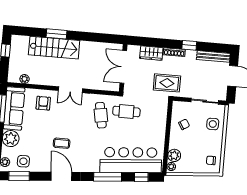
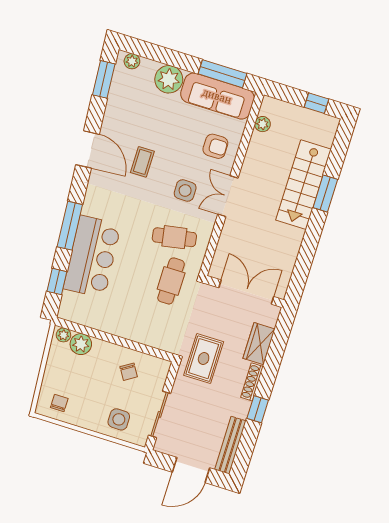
bar counter: (131, 160) -> (92, 257), width x0.73
side table: (23, 161) -> (185, 190), moved
door: (61, 176) -> (88, 149), hinge flipped

